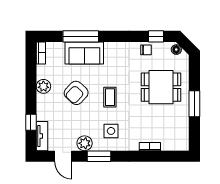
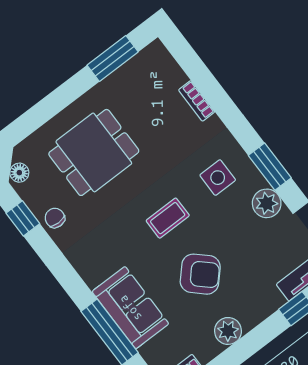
dining table: (161, 87) -> (94, 152), turned 90
window: (194, 104) -> (113, 58), moved

